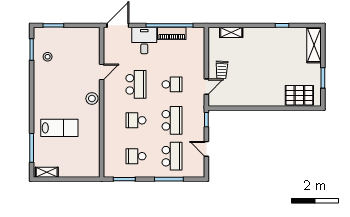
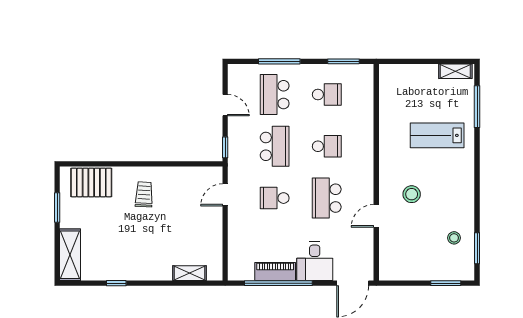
trolley: (222, 70) -> (144, 194), moved
stool: (92, 98) -> (412, 194), moved
school desk: (172, 120) -> (275, 146), turned 180

